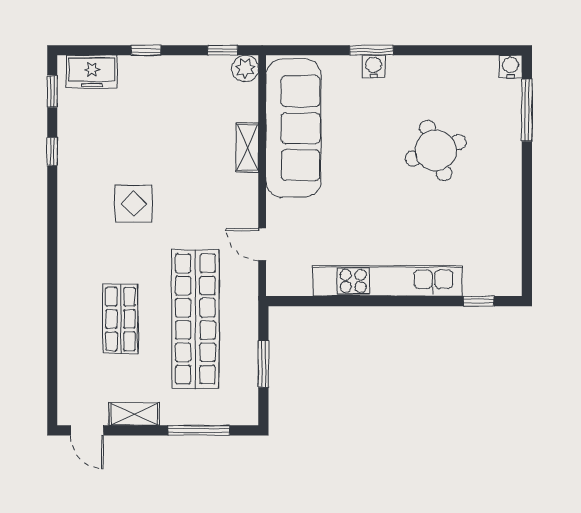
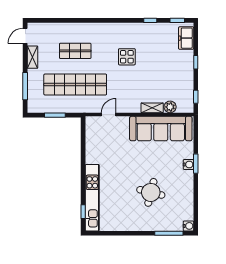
plant: (245, 68) -> (170, 107), moved
round table: (436, 150) -> (151, 192), turned 34
kitchen unit: (387, 281) -> (92, 198), moved

